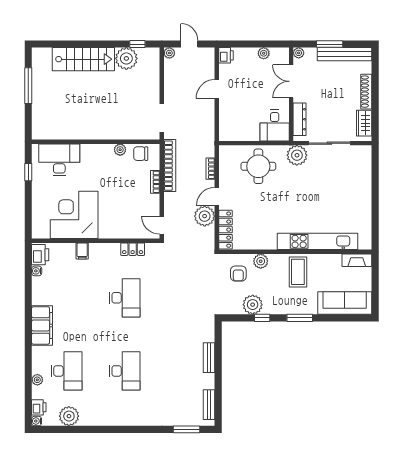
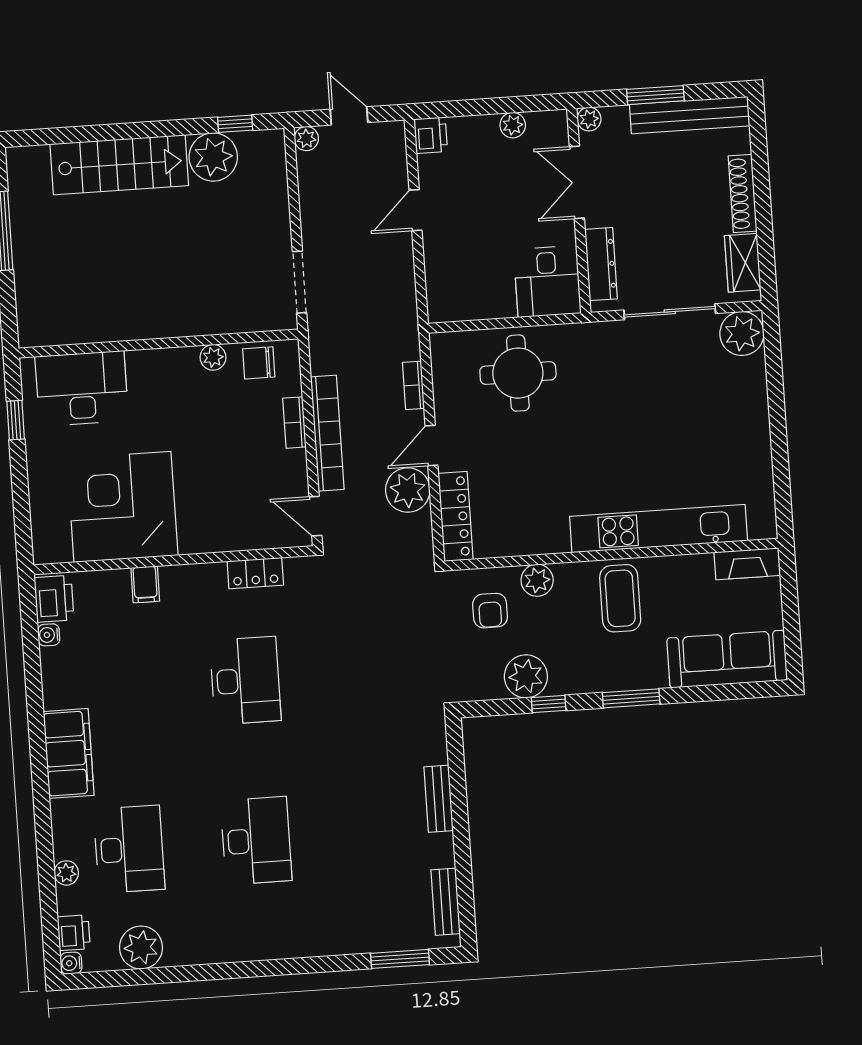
plant: (297, 155) -> (742, 333), moved
bookcase: (170, 166) -> (327, 433), moved

